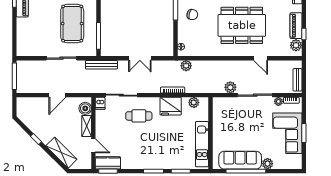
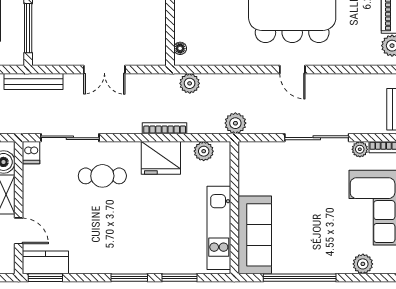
door: (261, 58) -> (292, 70), moved
plant: (230, 87) -> (235, 123), moved
sofa: (240, 160) -> (255, 235), moved, turned 90
plant: (268, 164) -> (363, 264), moved

